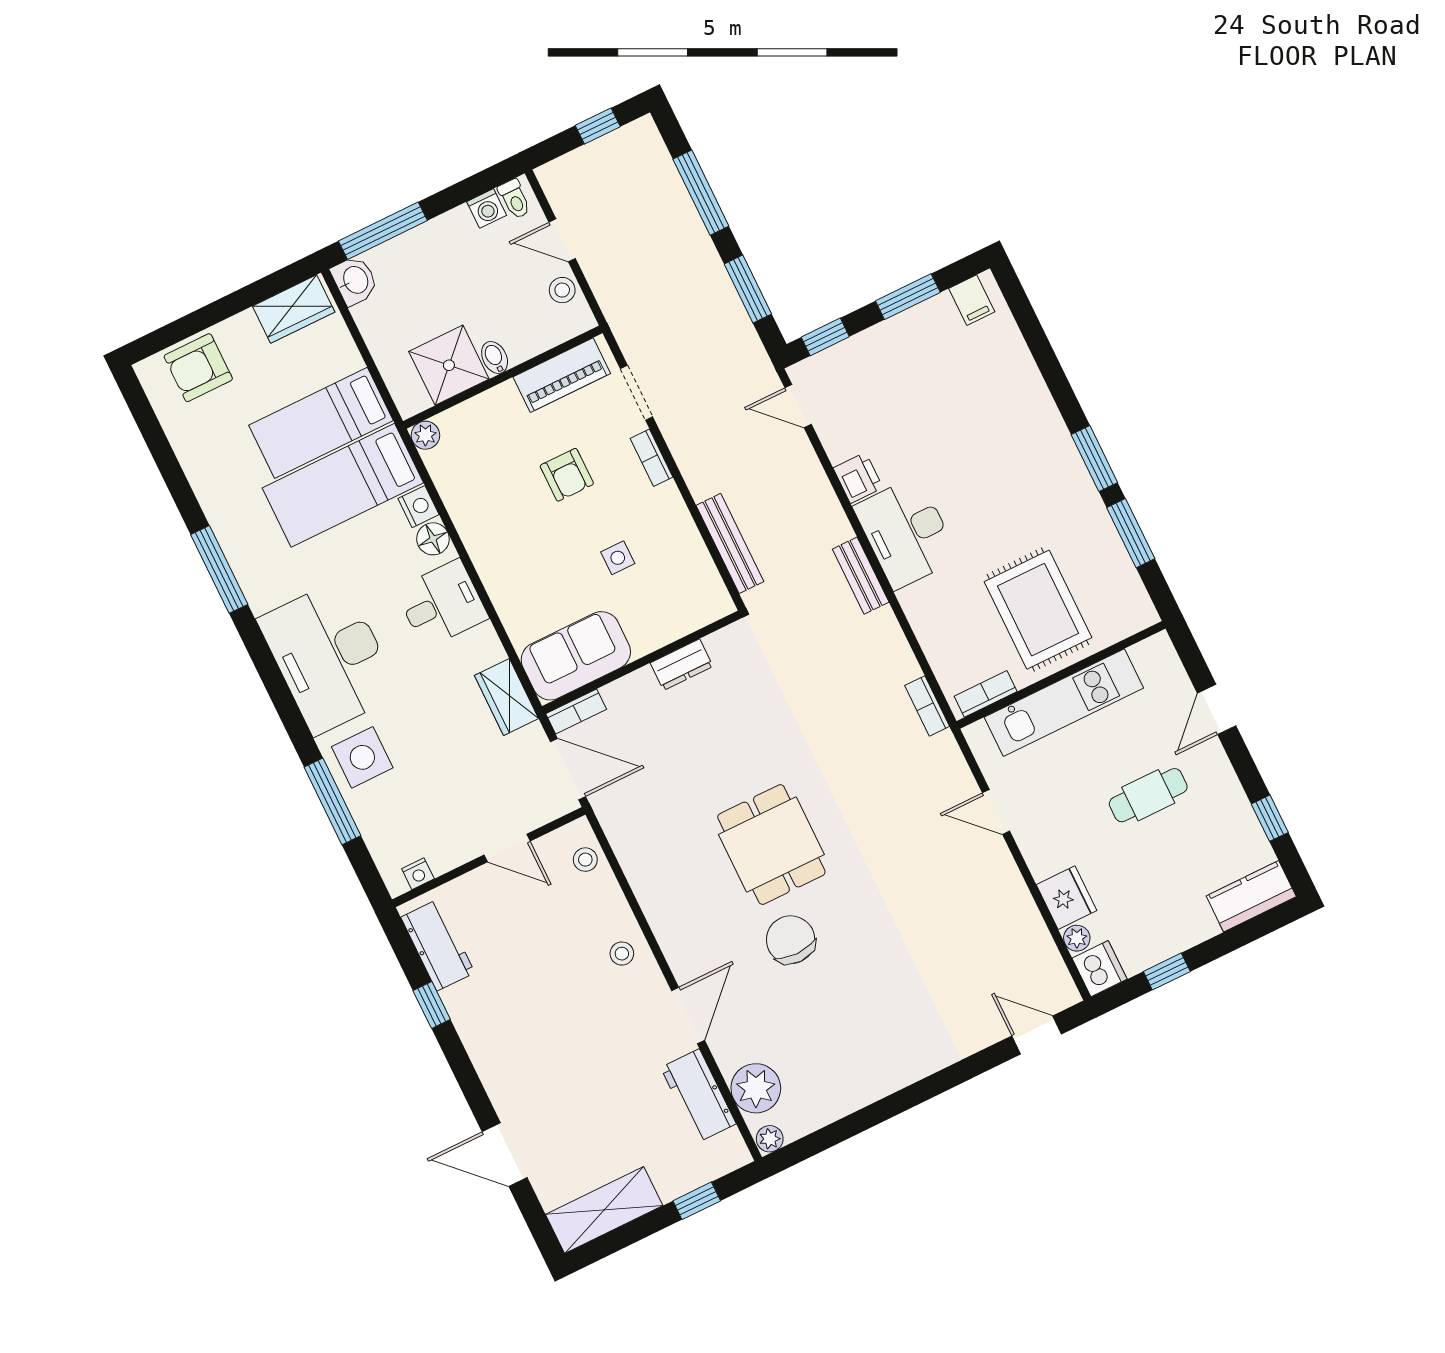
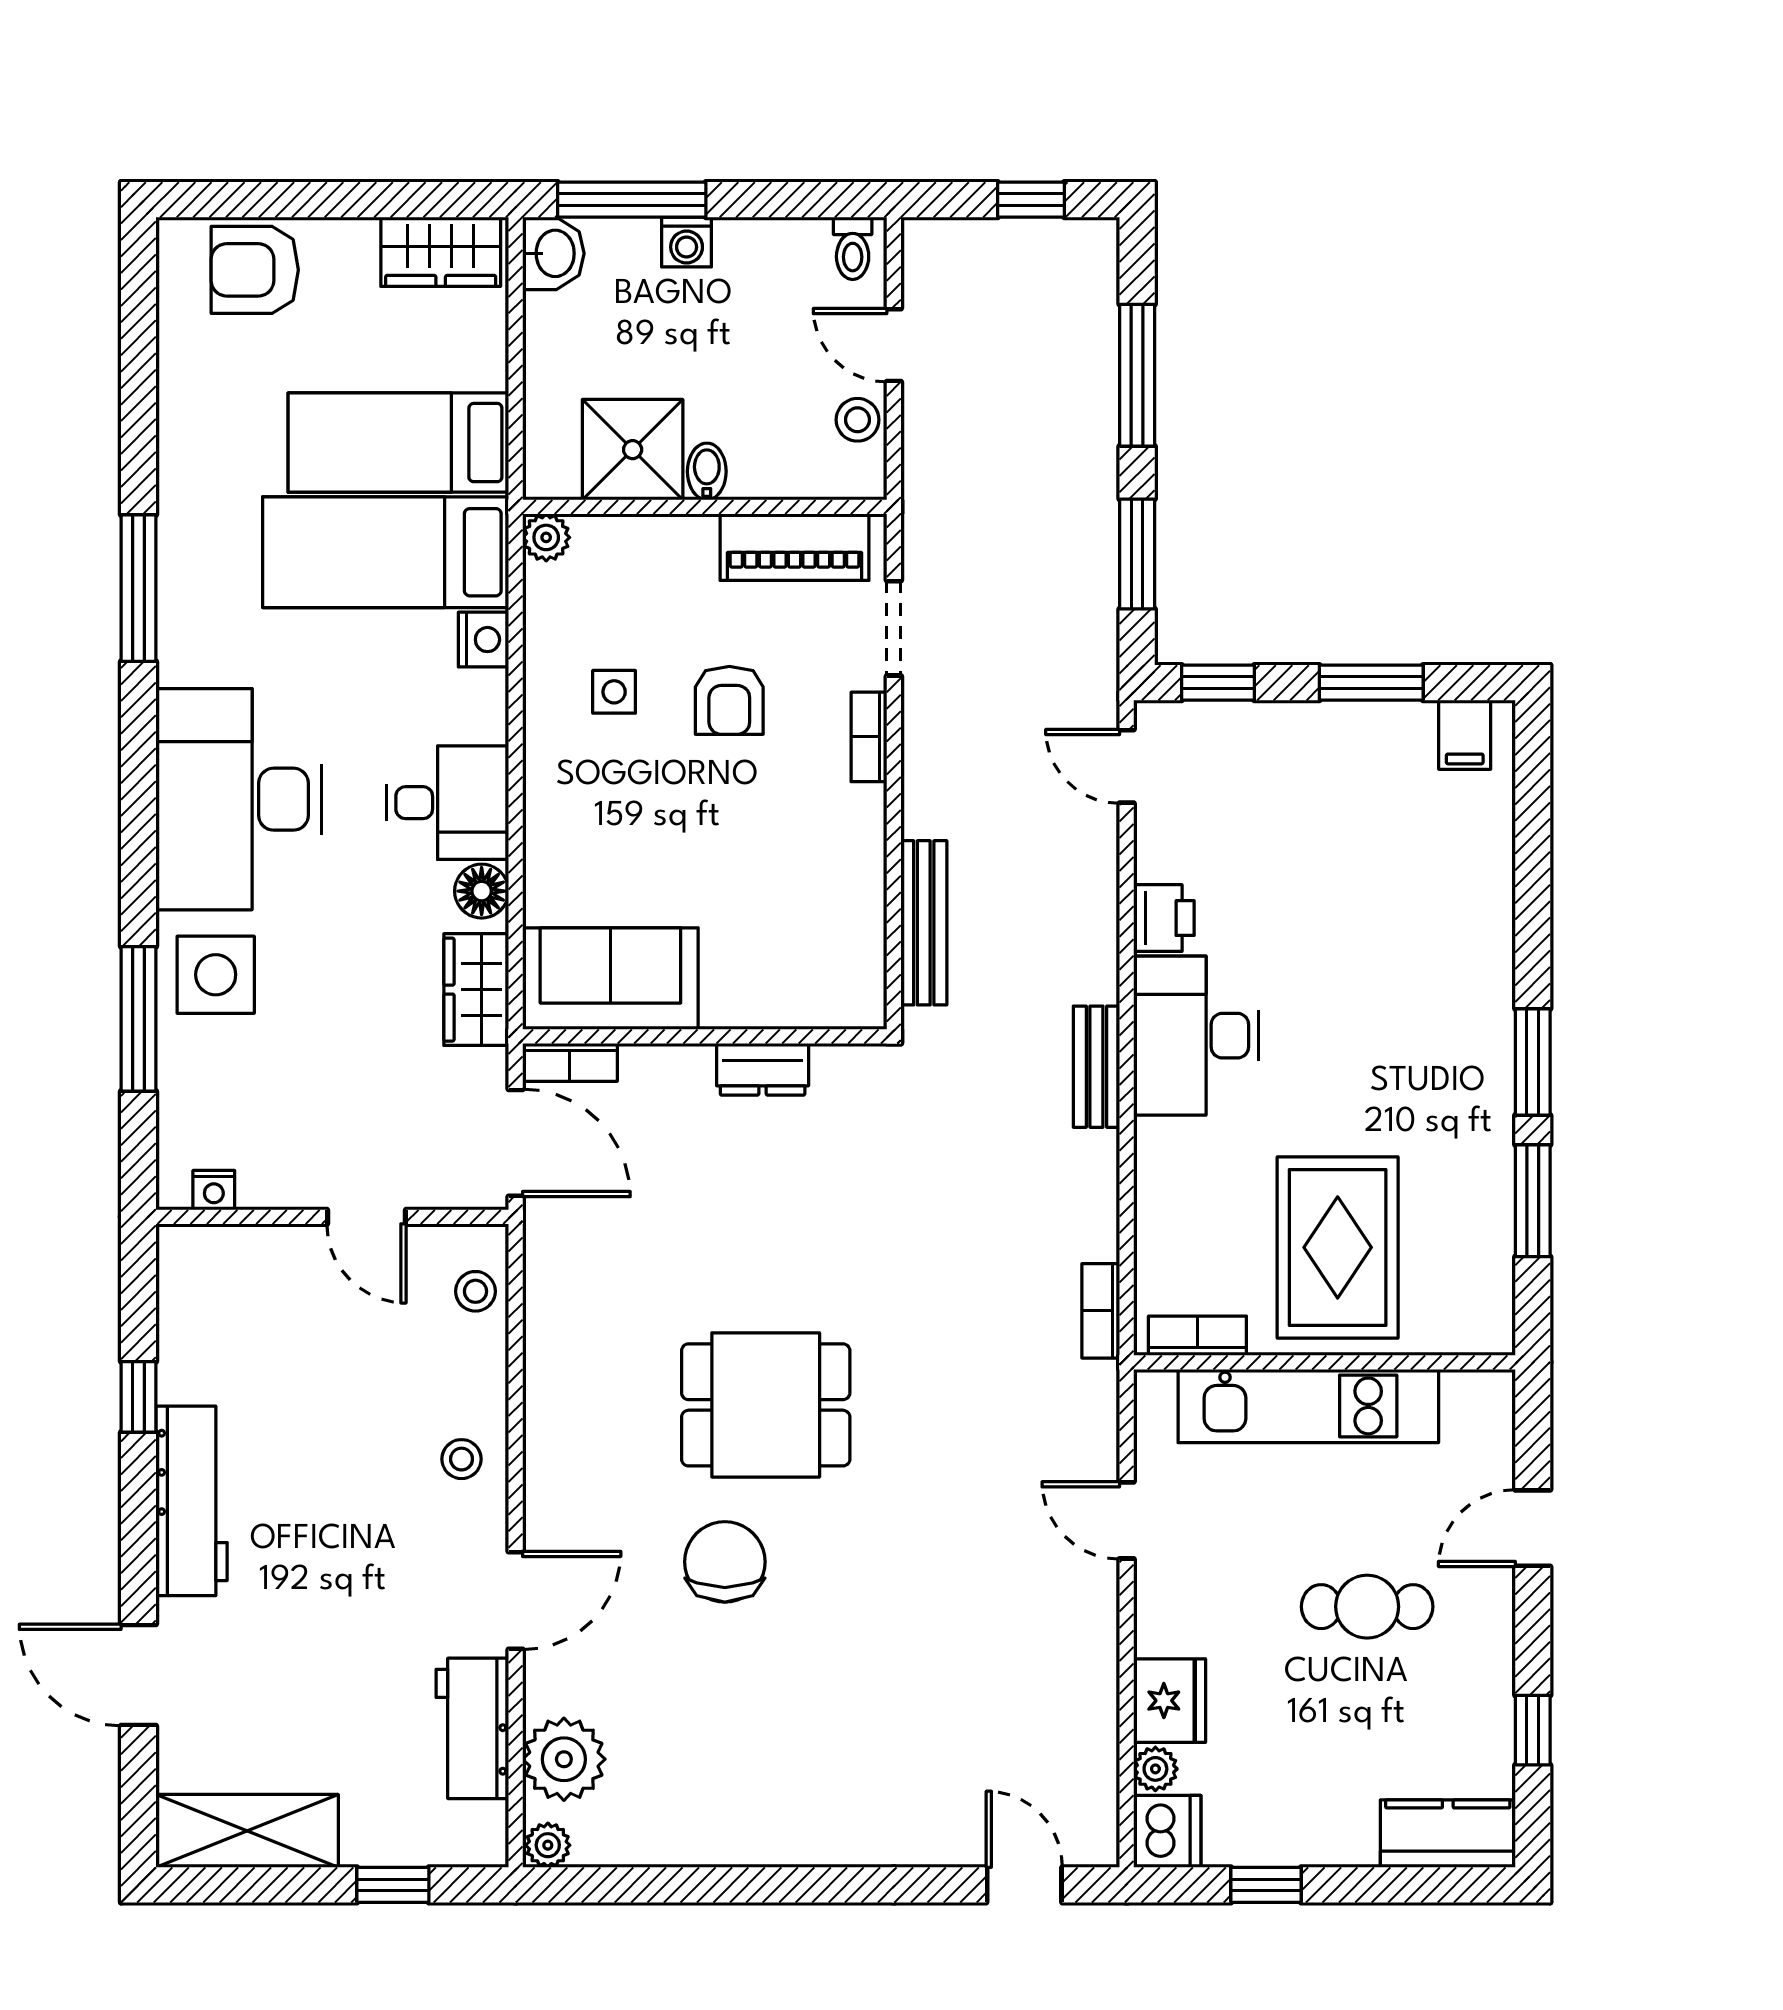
washing machine: (487, 208) -> (687, 242), moved
floor lamp: (433, 539) -> (482, 891), moved
side table: (618, 558) -> (614, 692), moved
dining table: (771, 845) -> (766, 1405), turned 90
workbench: (438, 945) -> (192, 1501), moved, width x1.38

